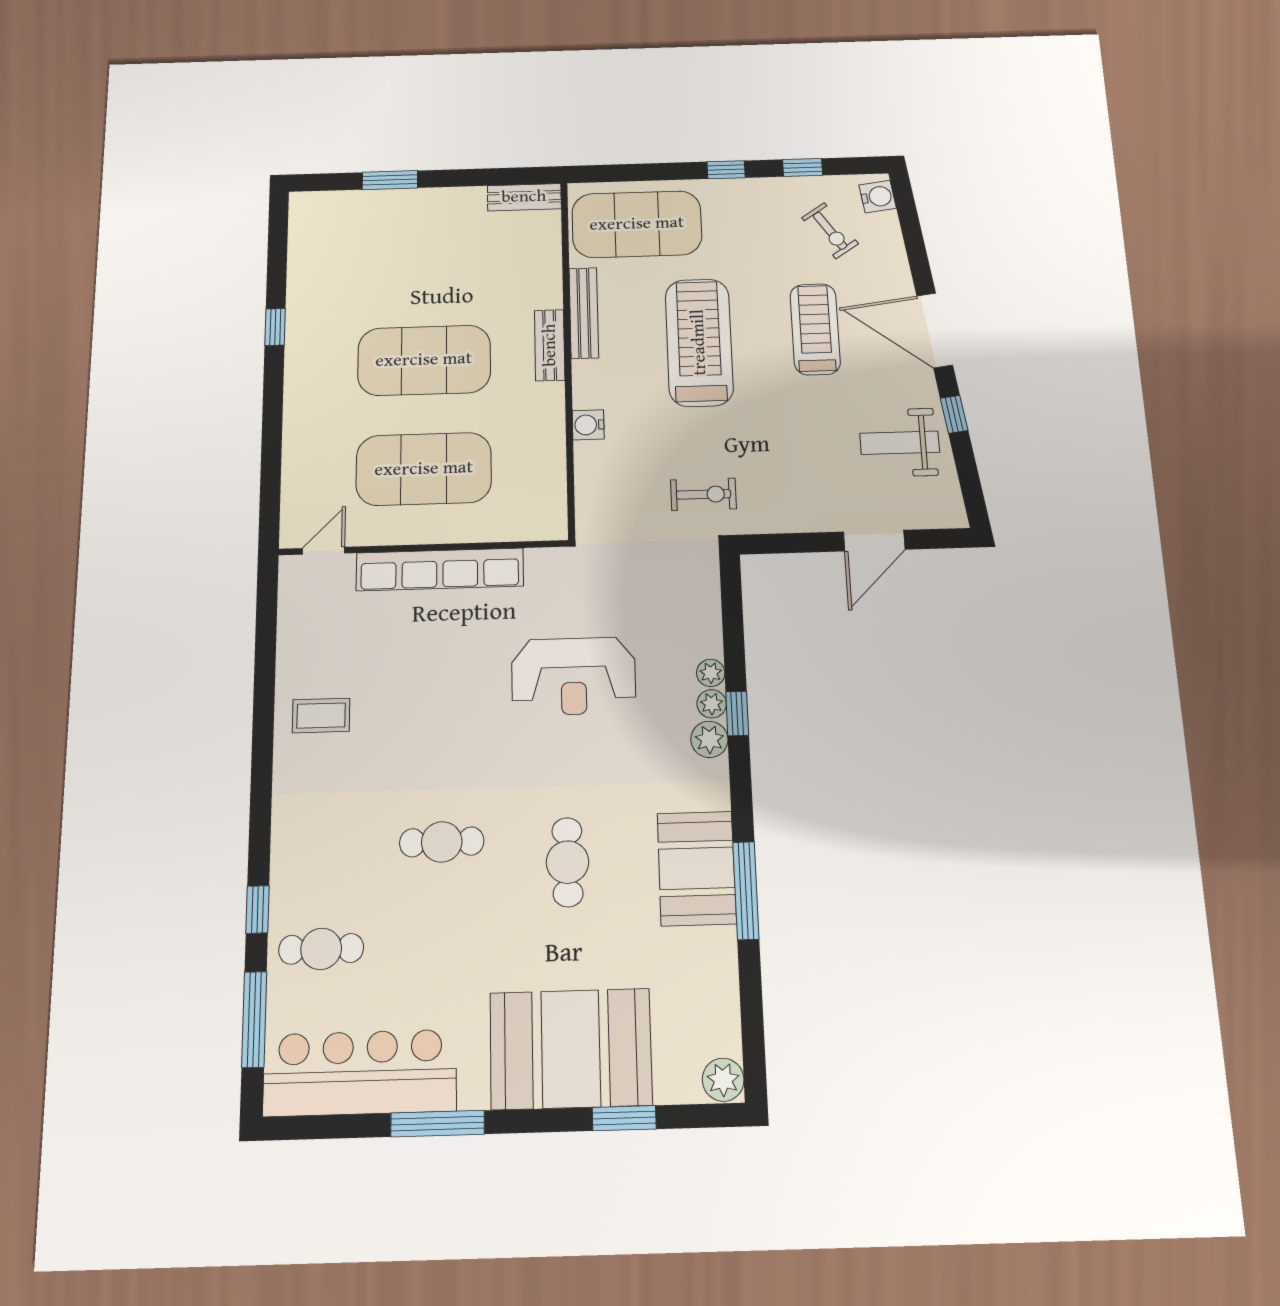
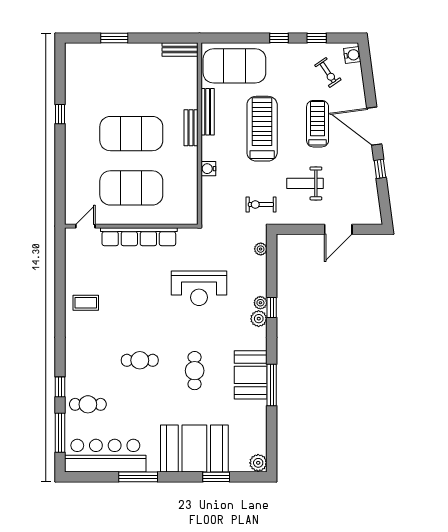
weight bench: (900, 443) -> (305, 183), moved
exercise bike: (703, 494) -> (261, 204), turned 180
plant: (711, 673) -> (261, 249), moved

